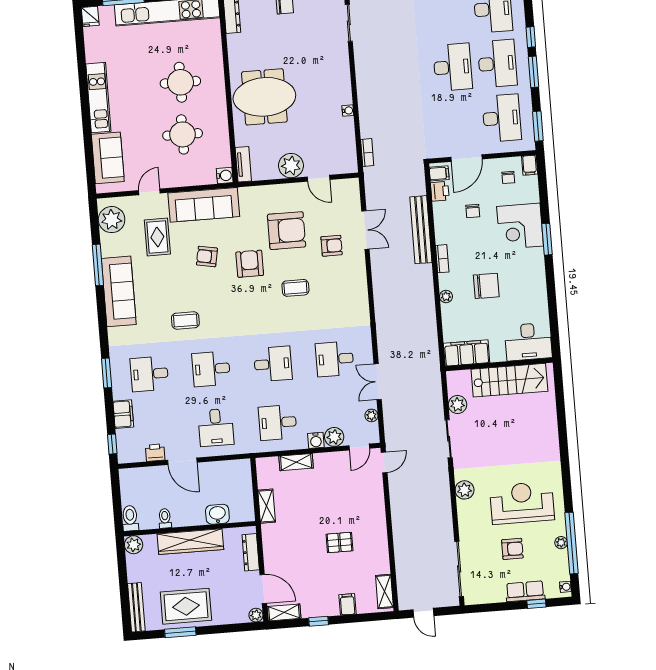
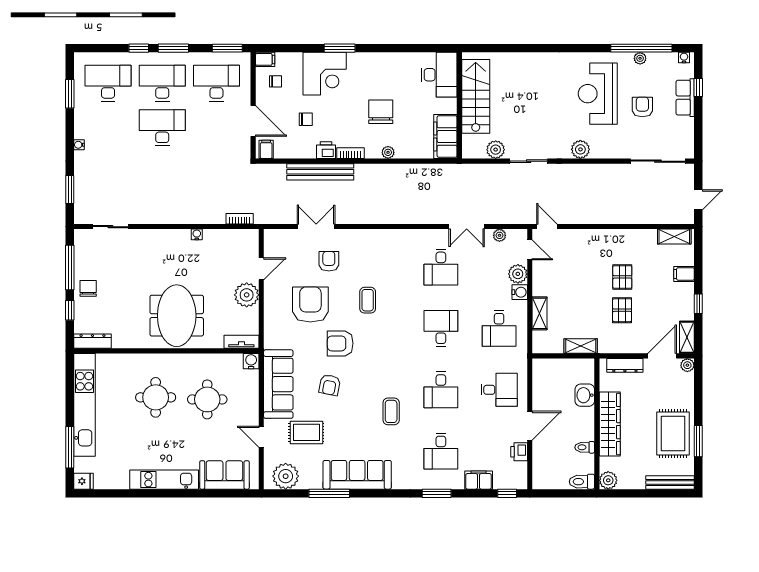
printer: (440, 191) -> (326, 150), moved
pallet: (306, 545) -> (622, 310), added

